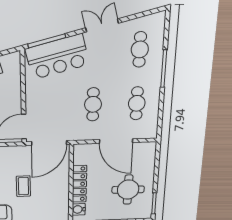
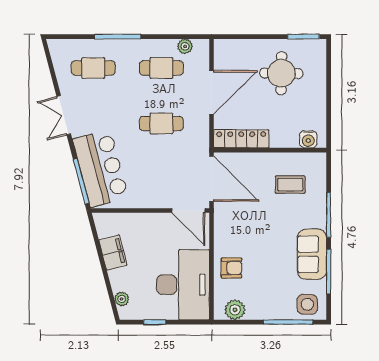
plant: (153, 121) -> (185, 46), added
locker: (79, 184) -> (241, 139), moved
coffee table: (23, 186) -> (290, 185), moved

